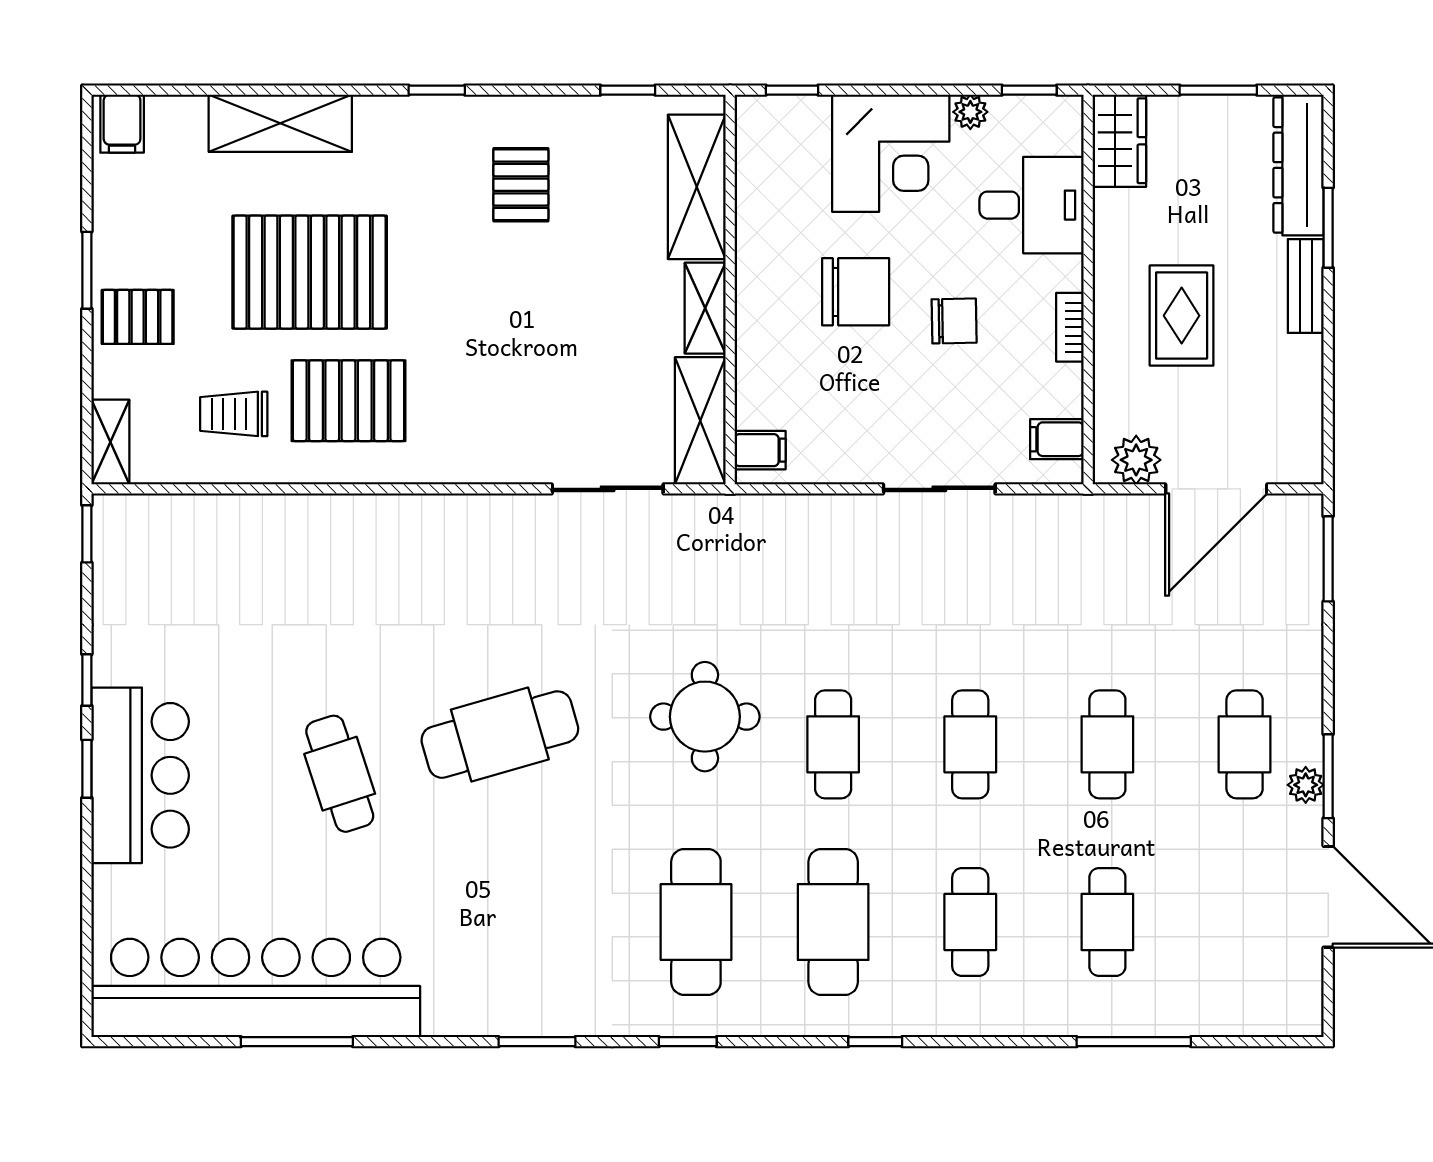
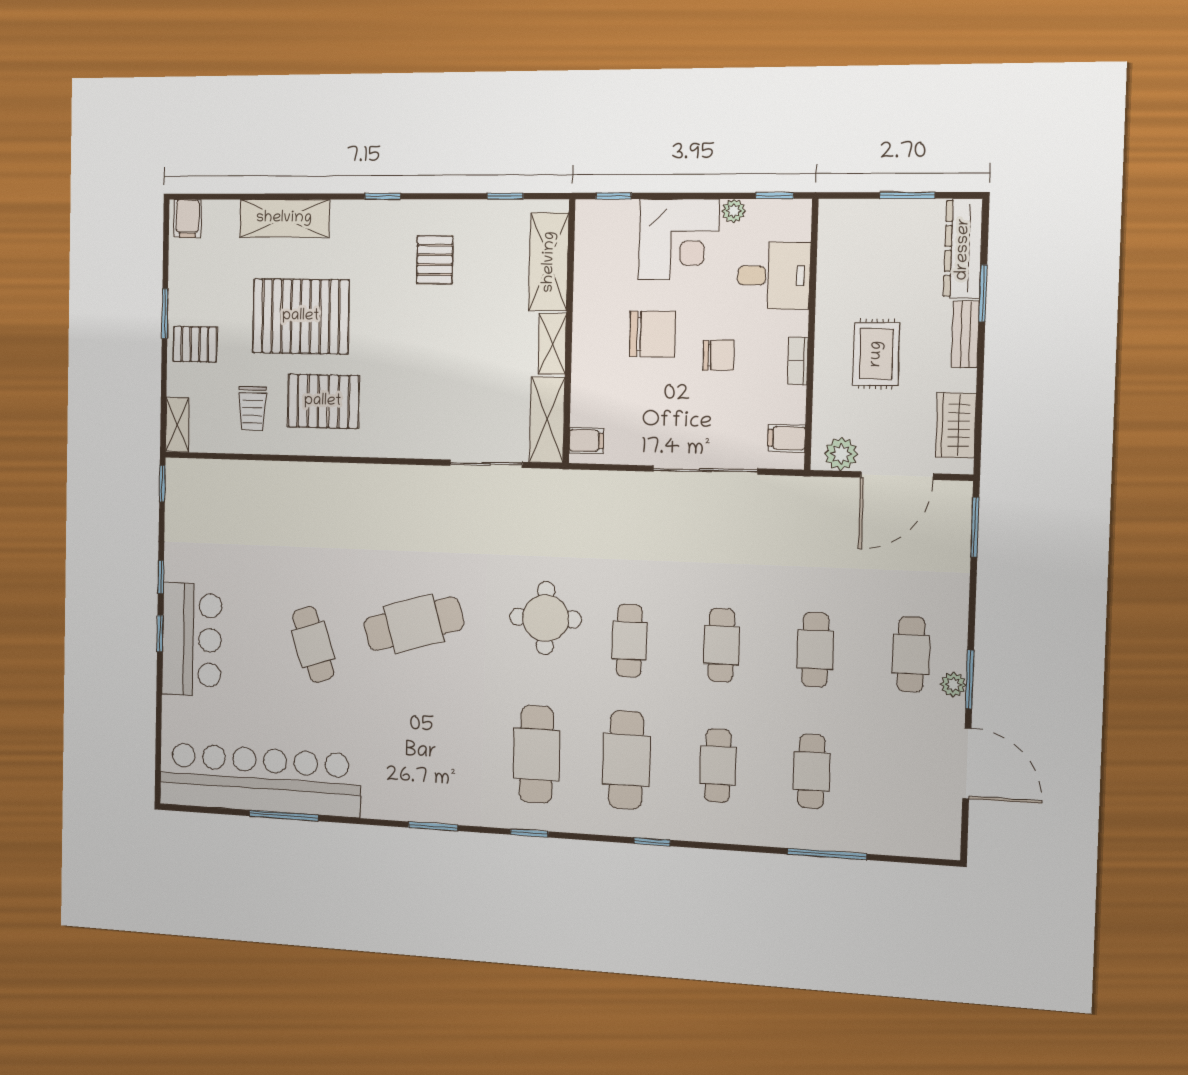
wardrobe: (1119, 141) -> (956, 425), moved, turned 180
trolley: (234, 414) -> (252, 408), turned -90
sliding door: (939, 489) -> (705, 470), width x1.37

